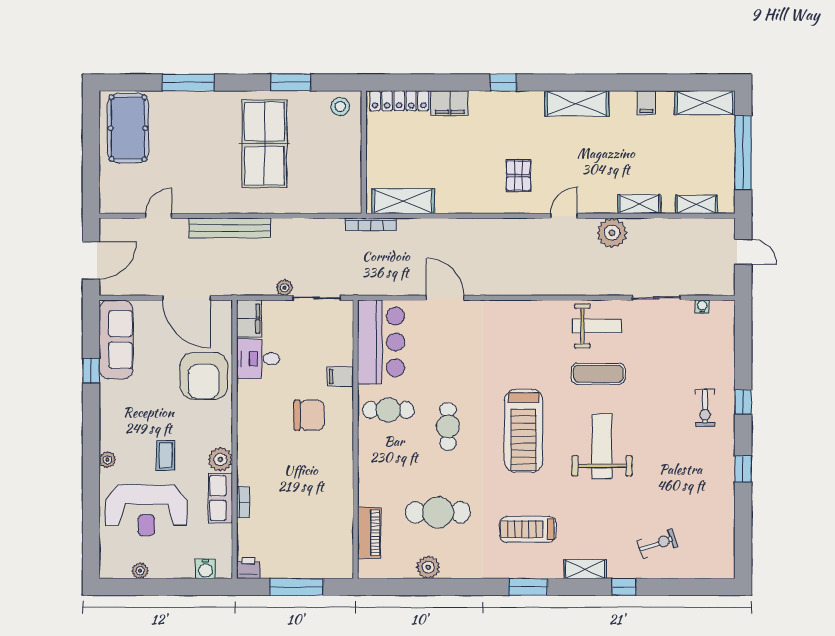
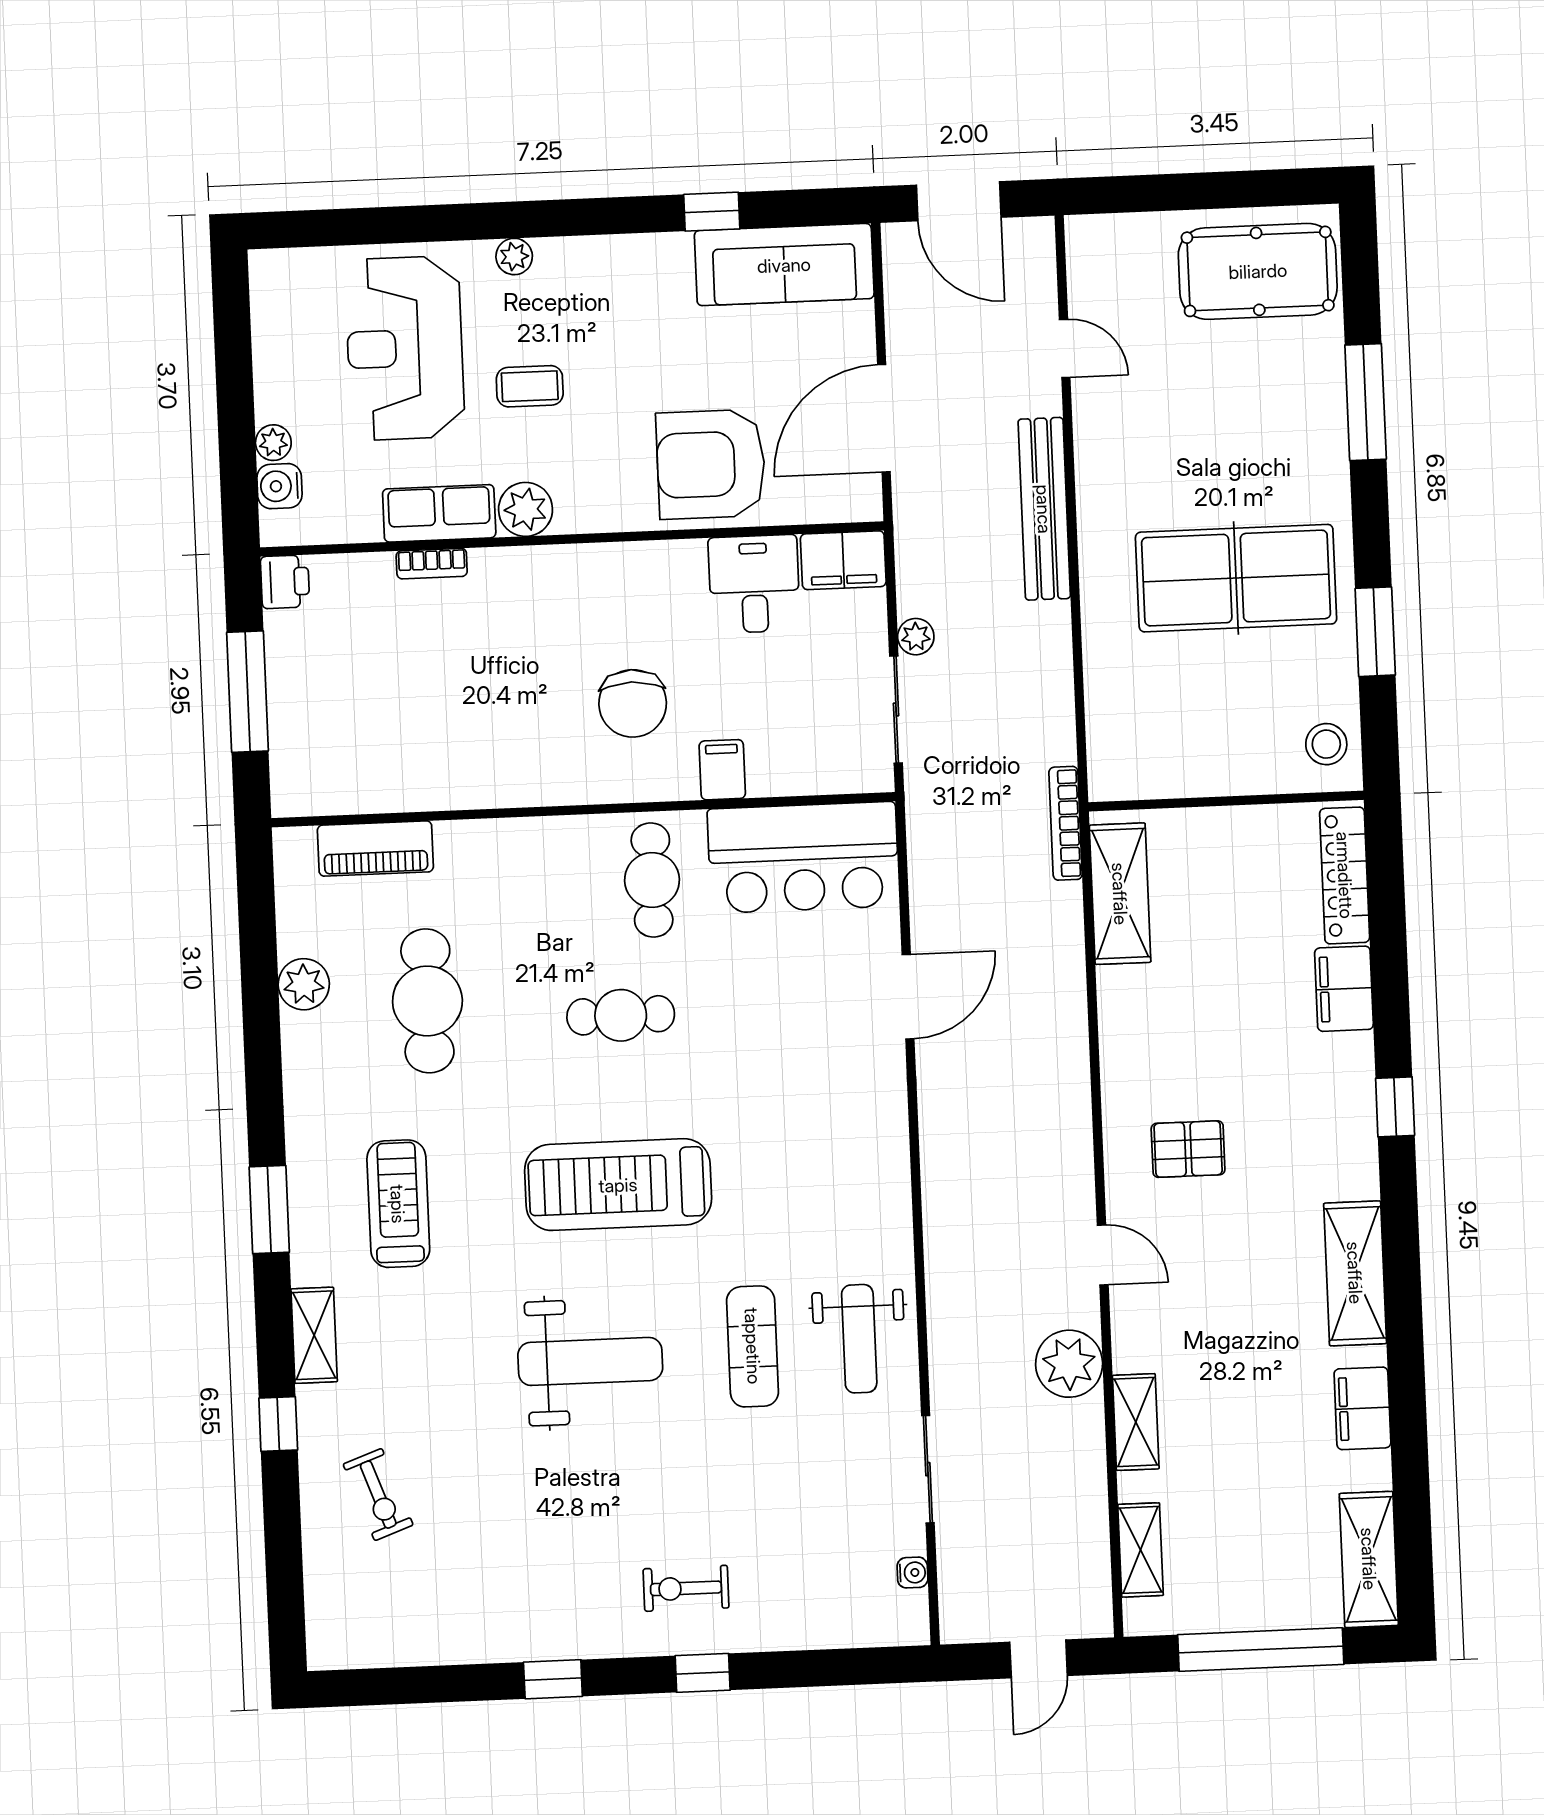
filing cabinet: (646, 103) -> (1362, 1408), width x2.00
plant: (140, 571) -> (273, 443), moved

